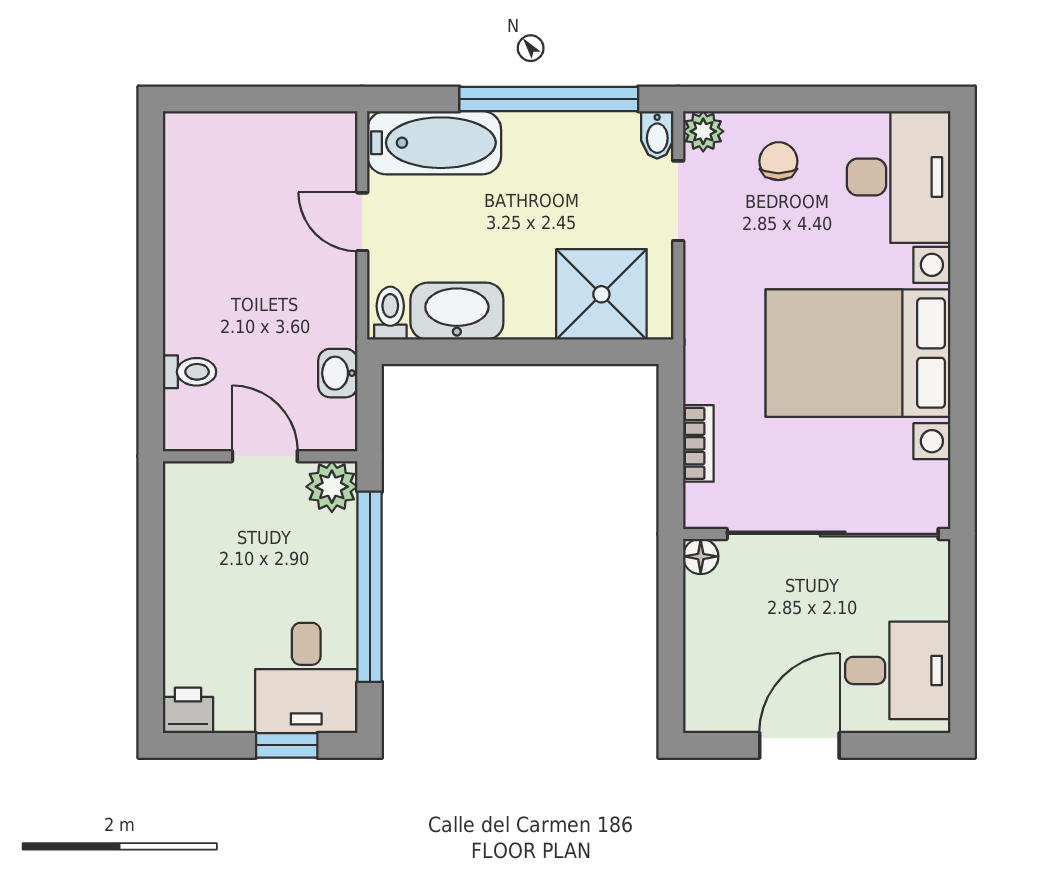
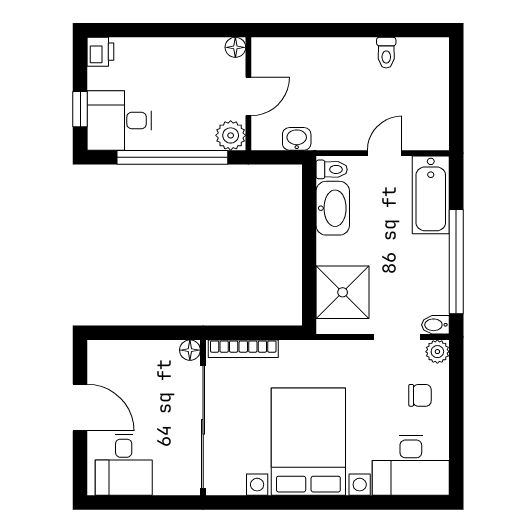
toilet: (190, 372) -> (386, 53), moved
bookcase: (698, 443) -> (243, 349), width x1.56
floor lamp: (180, 479) -> (235, 47), added

